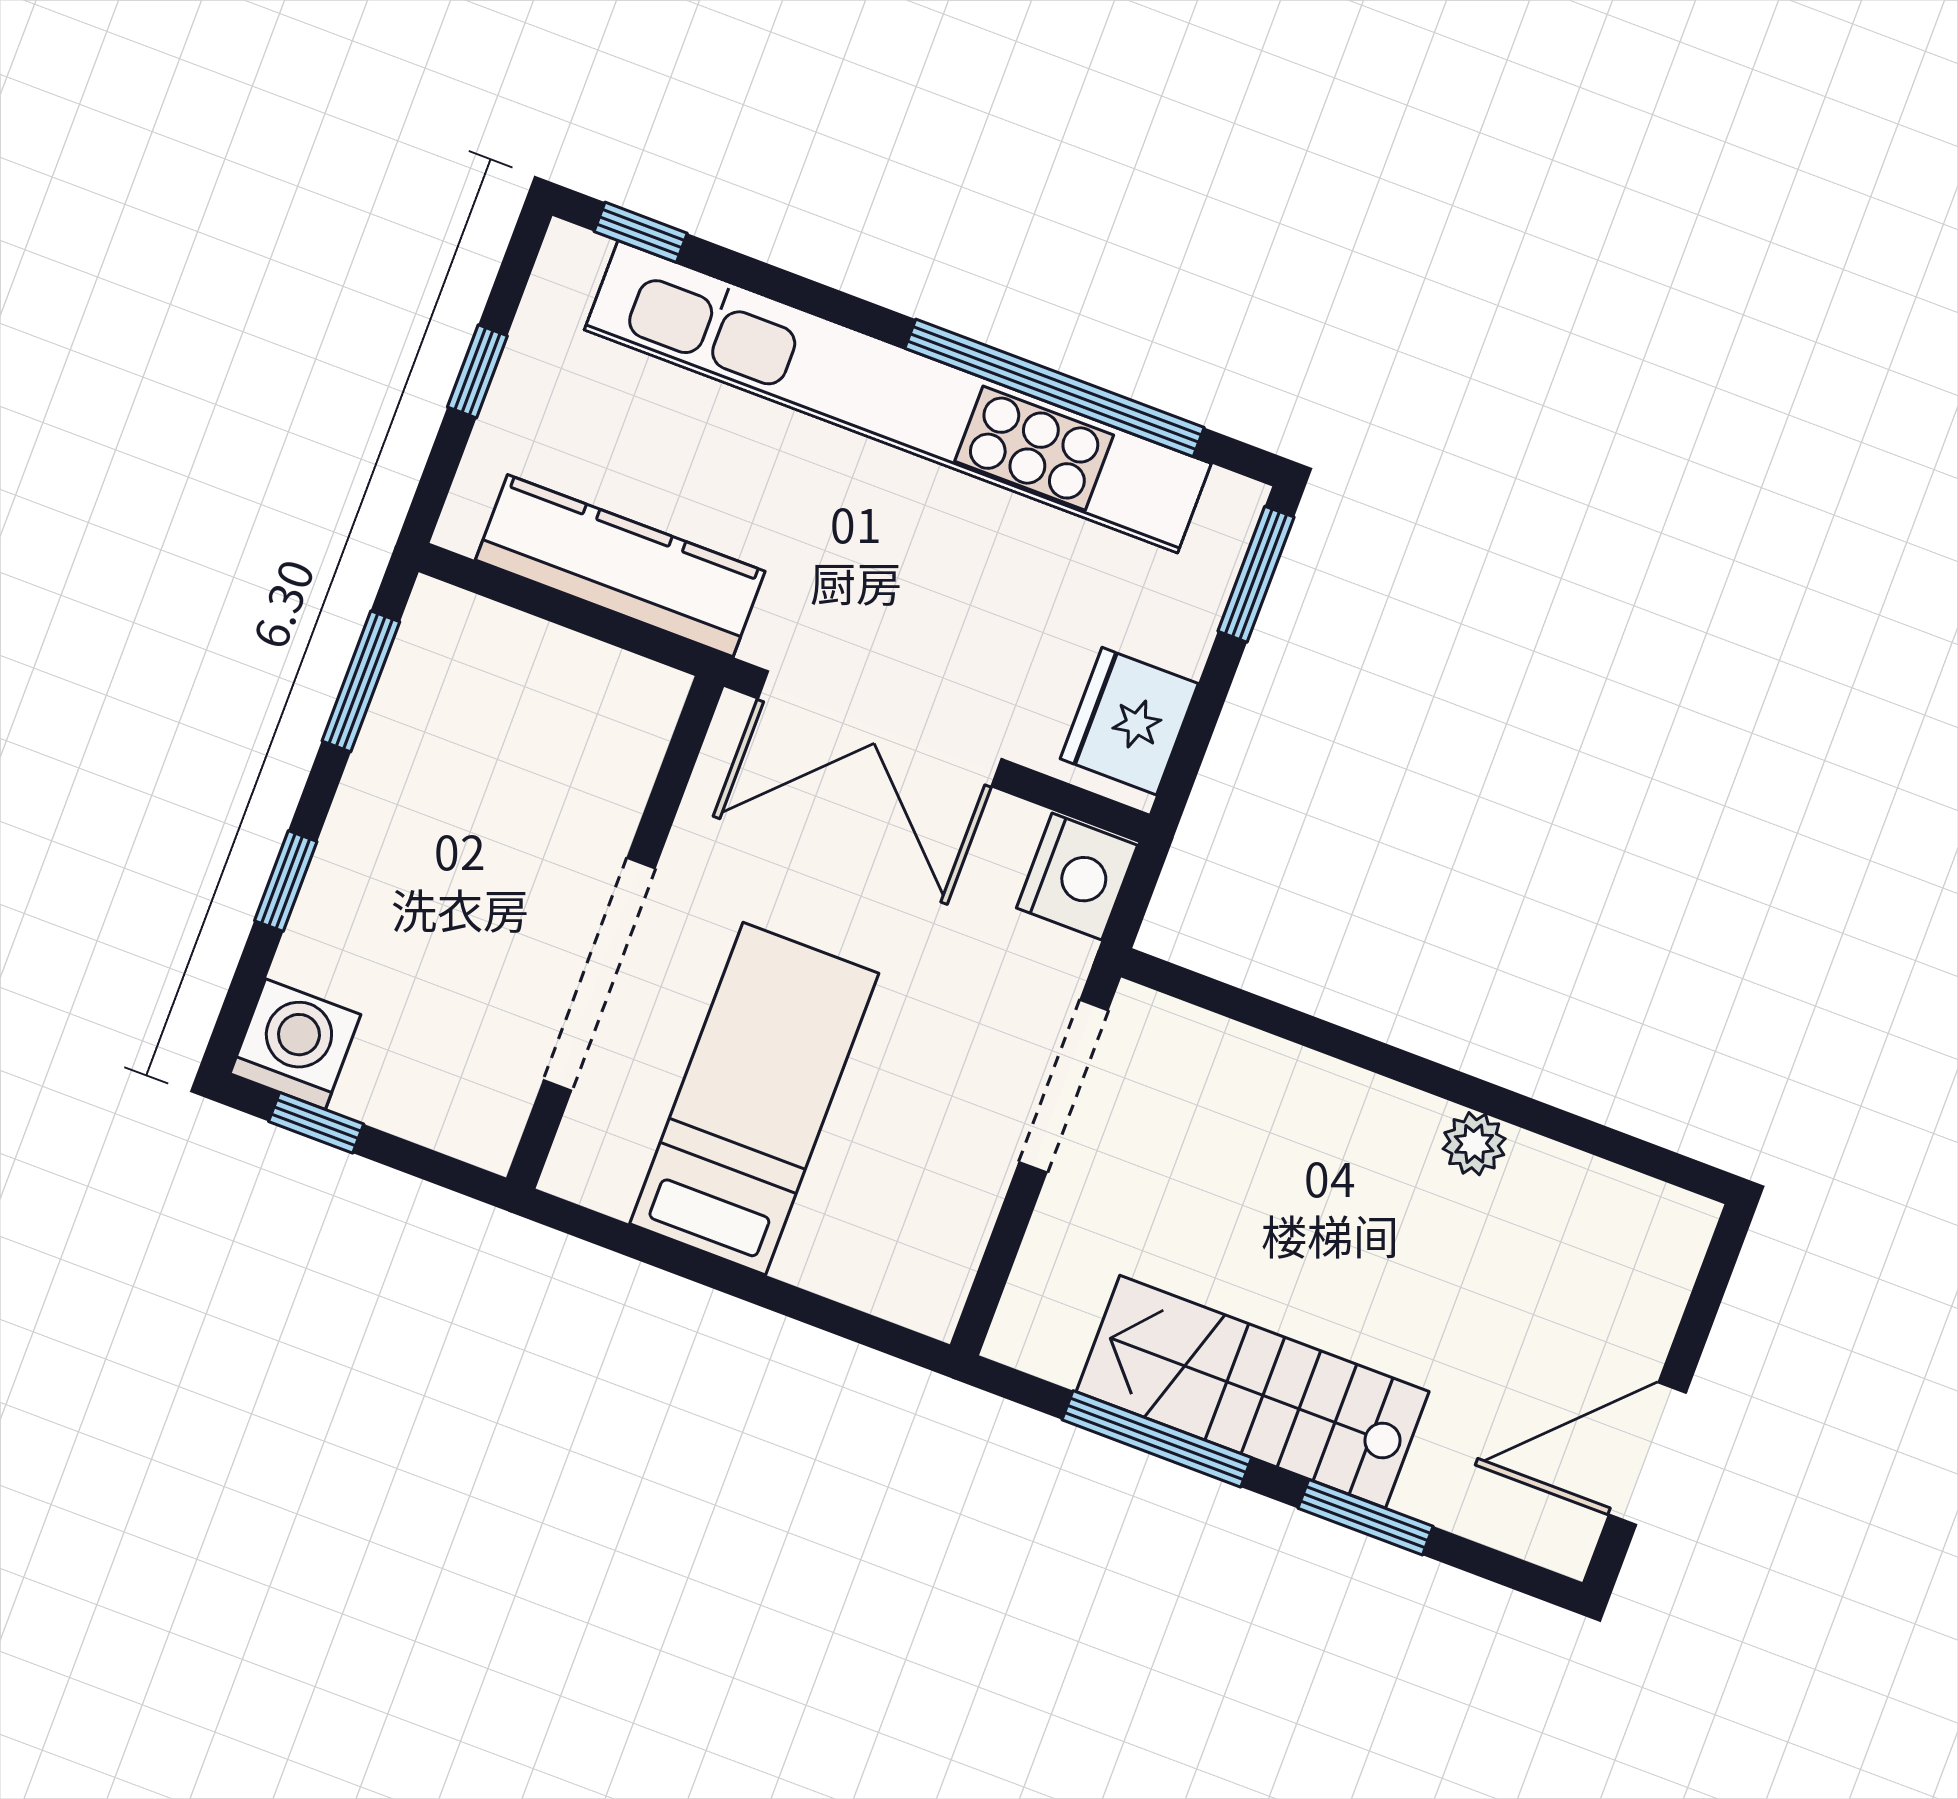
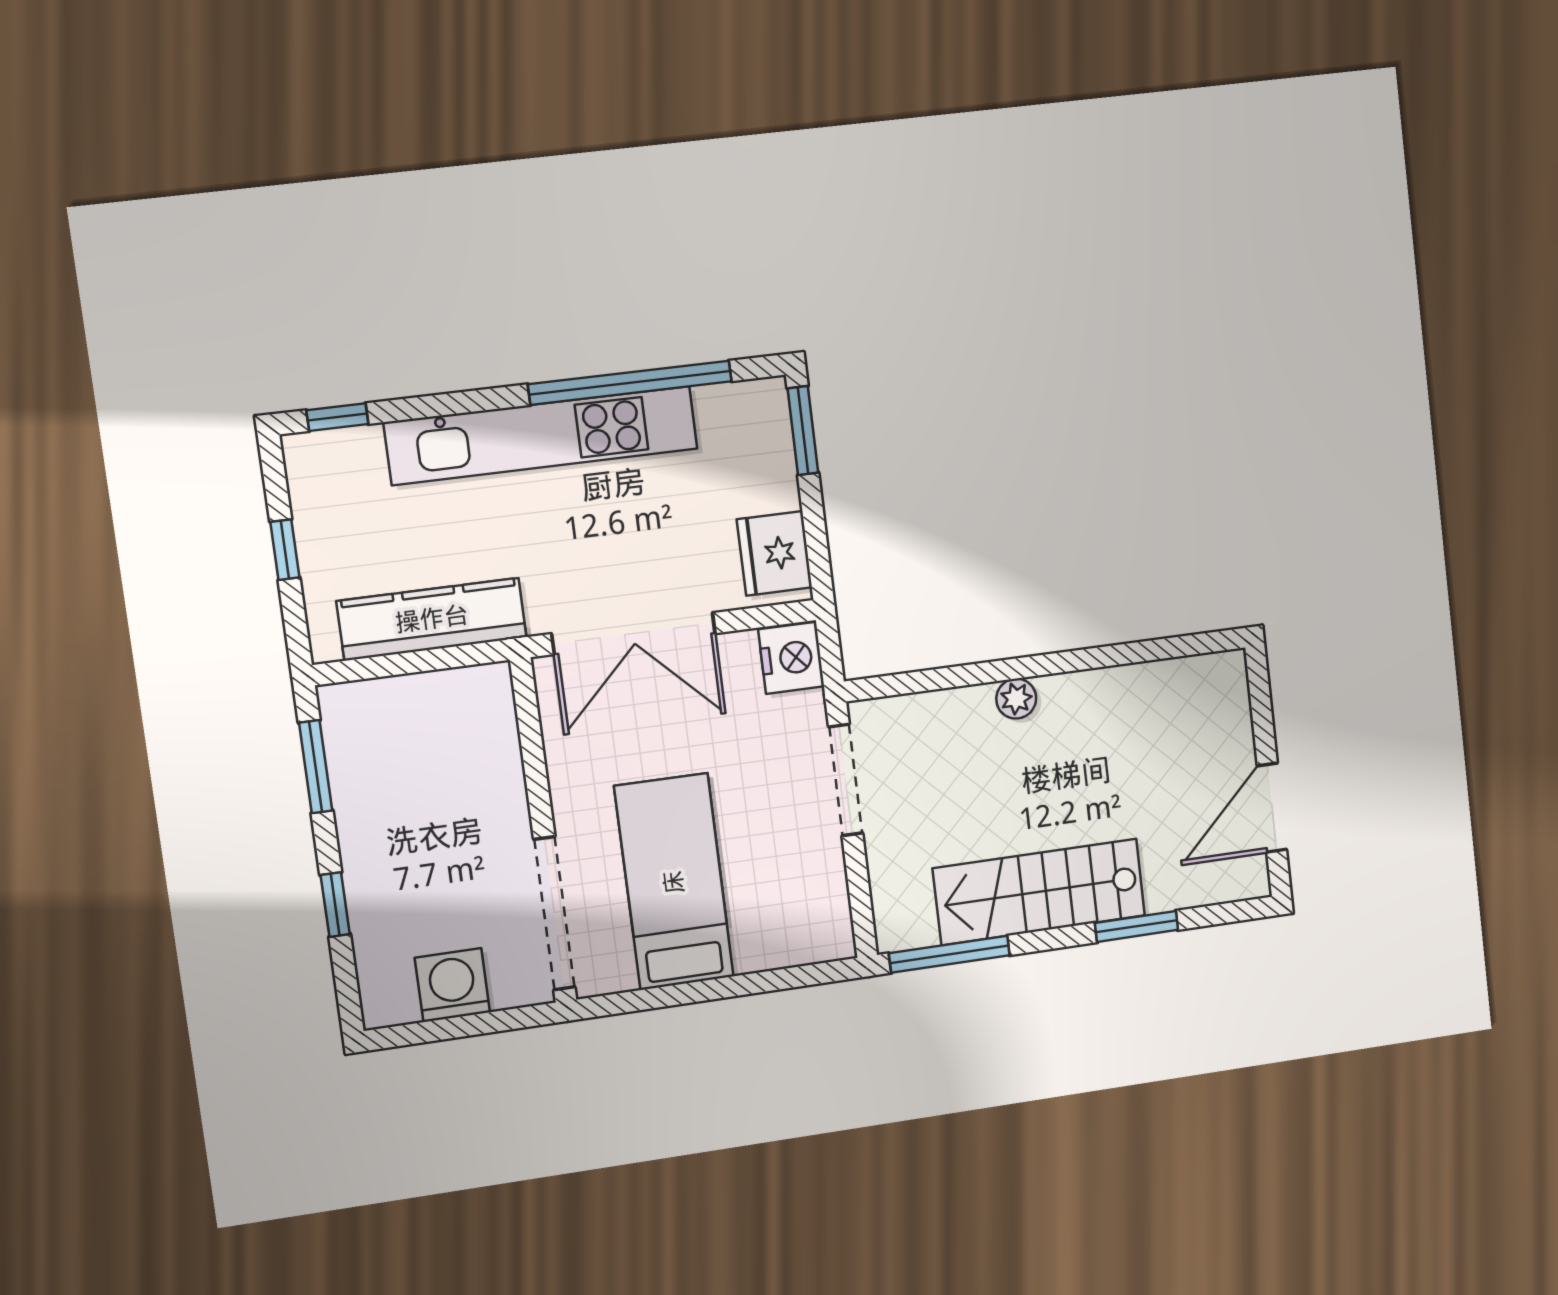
kitchen unit: (898, 397) -> (541, 436), width x0.73
doorway: (599, 974) -> (554, 913), moved
washing machine: (295, 1044) -> (452, 985), moved
window: (316, 1123) -> (429, 1031), removed
plant: (1474, 1144) -> (1016, 699), moved
window: (1157, 1439) -> (949, 954), moved

